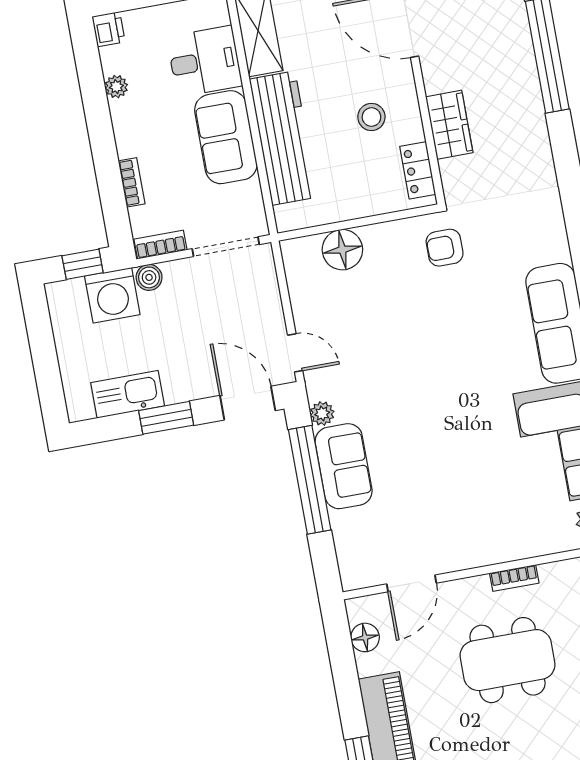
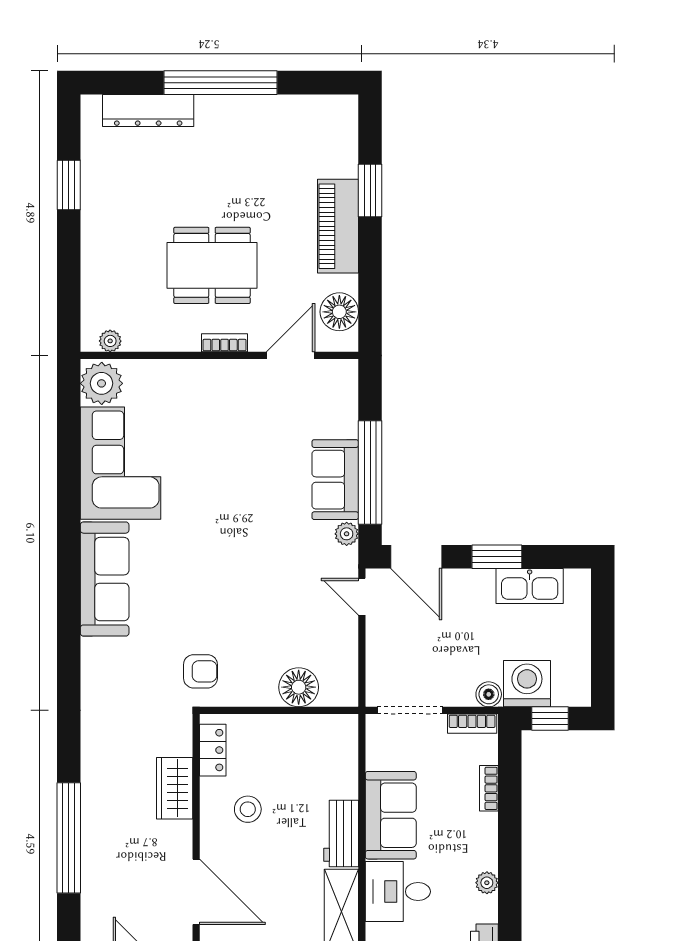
workbench: (284, 138) -> (341, 833), width x0.53, depth x0.76
bookcase: (514, 578) -> (225, 343), moved
floor lamp: (365, 637) -> (339, 312), width x1.38, depth x1.38

